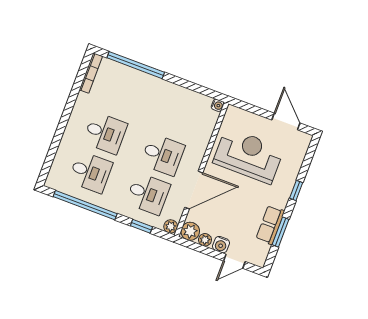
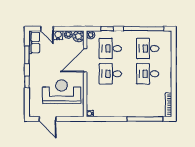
reception desk: (248, 156) -> (62, 92), turned 180
row of seats: (270, 225) -> (34, 43), moved
door: (234, 261) -> (47, 29), swing flipped

